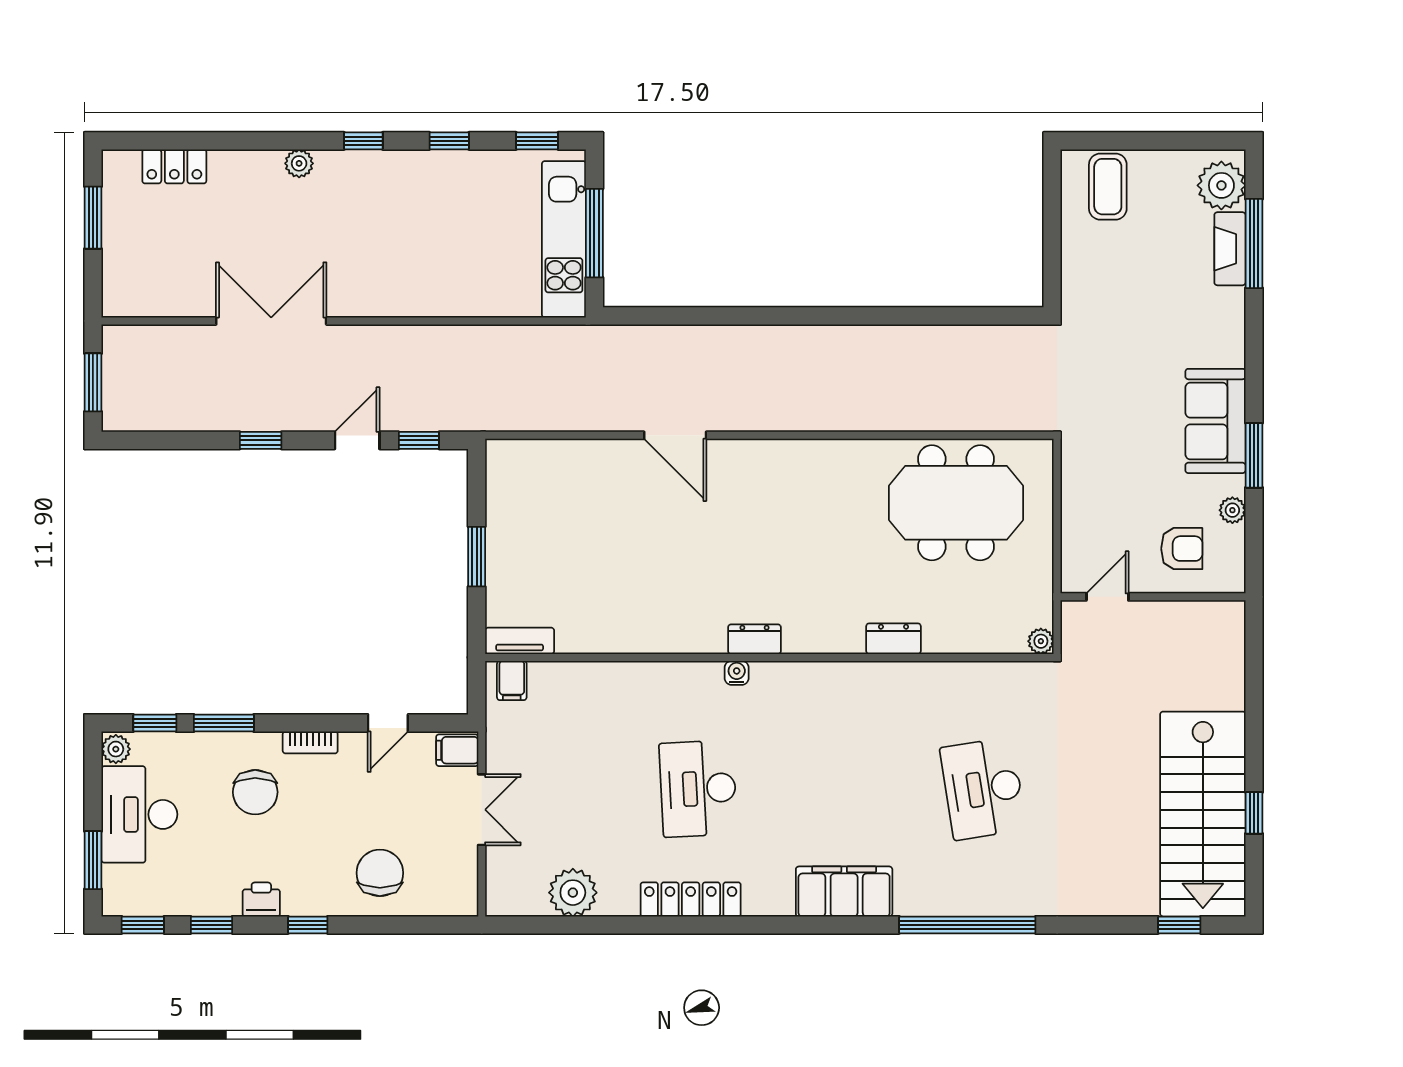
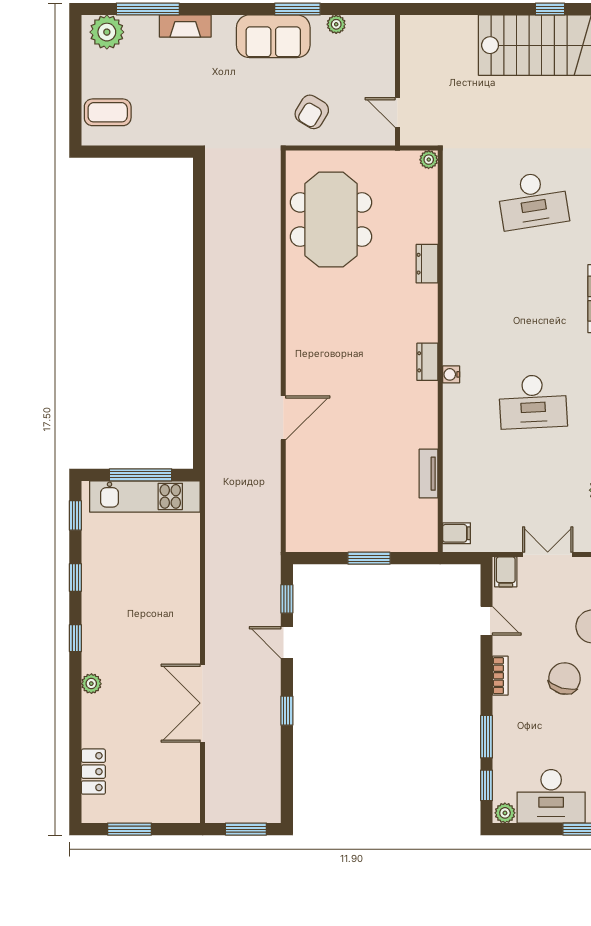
fireplace: (1230, 249) -> (185, 26), moved
armchair: (1182, 549) -> (312, 112), moved, turned -149
tv unit: (520, 641) -> (429, 474), moved
chair: (255, 792) -> (564, 678), moved, turned -74

